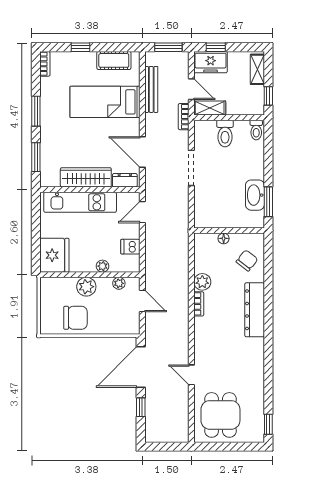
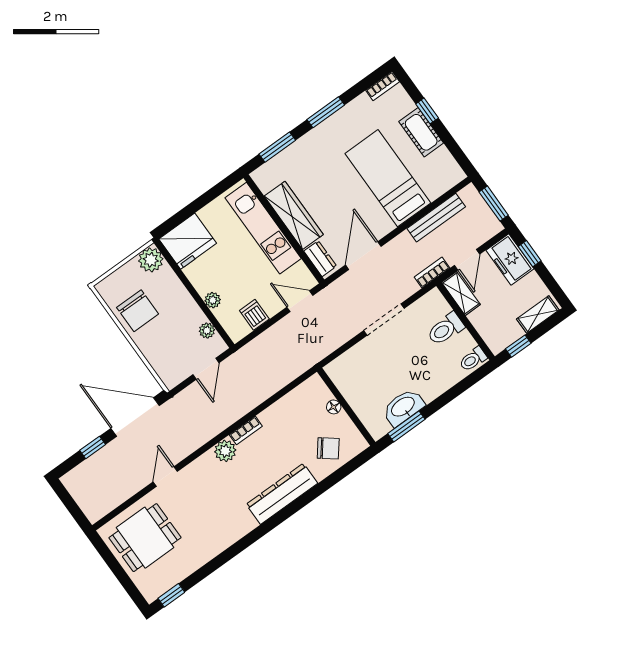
cot: (114, 60) -> (421, 132), moved
plant: (202, 282) -> (225, 451), moved
plant: (86, 287) -> (151, 260), moved

